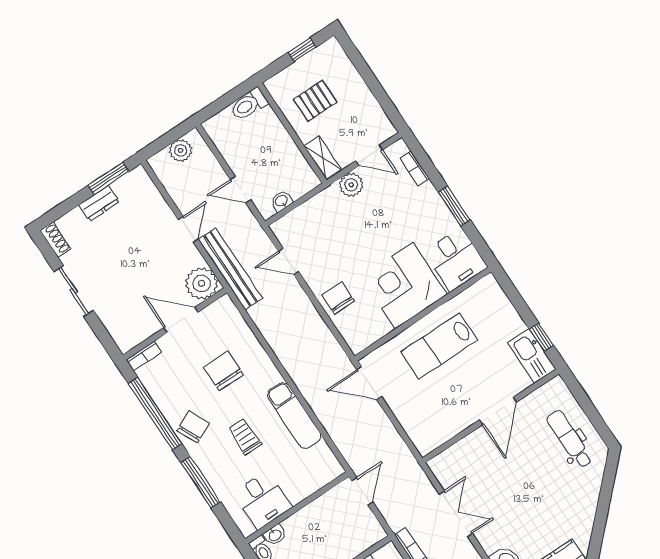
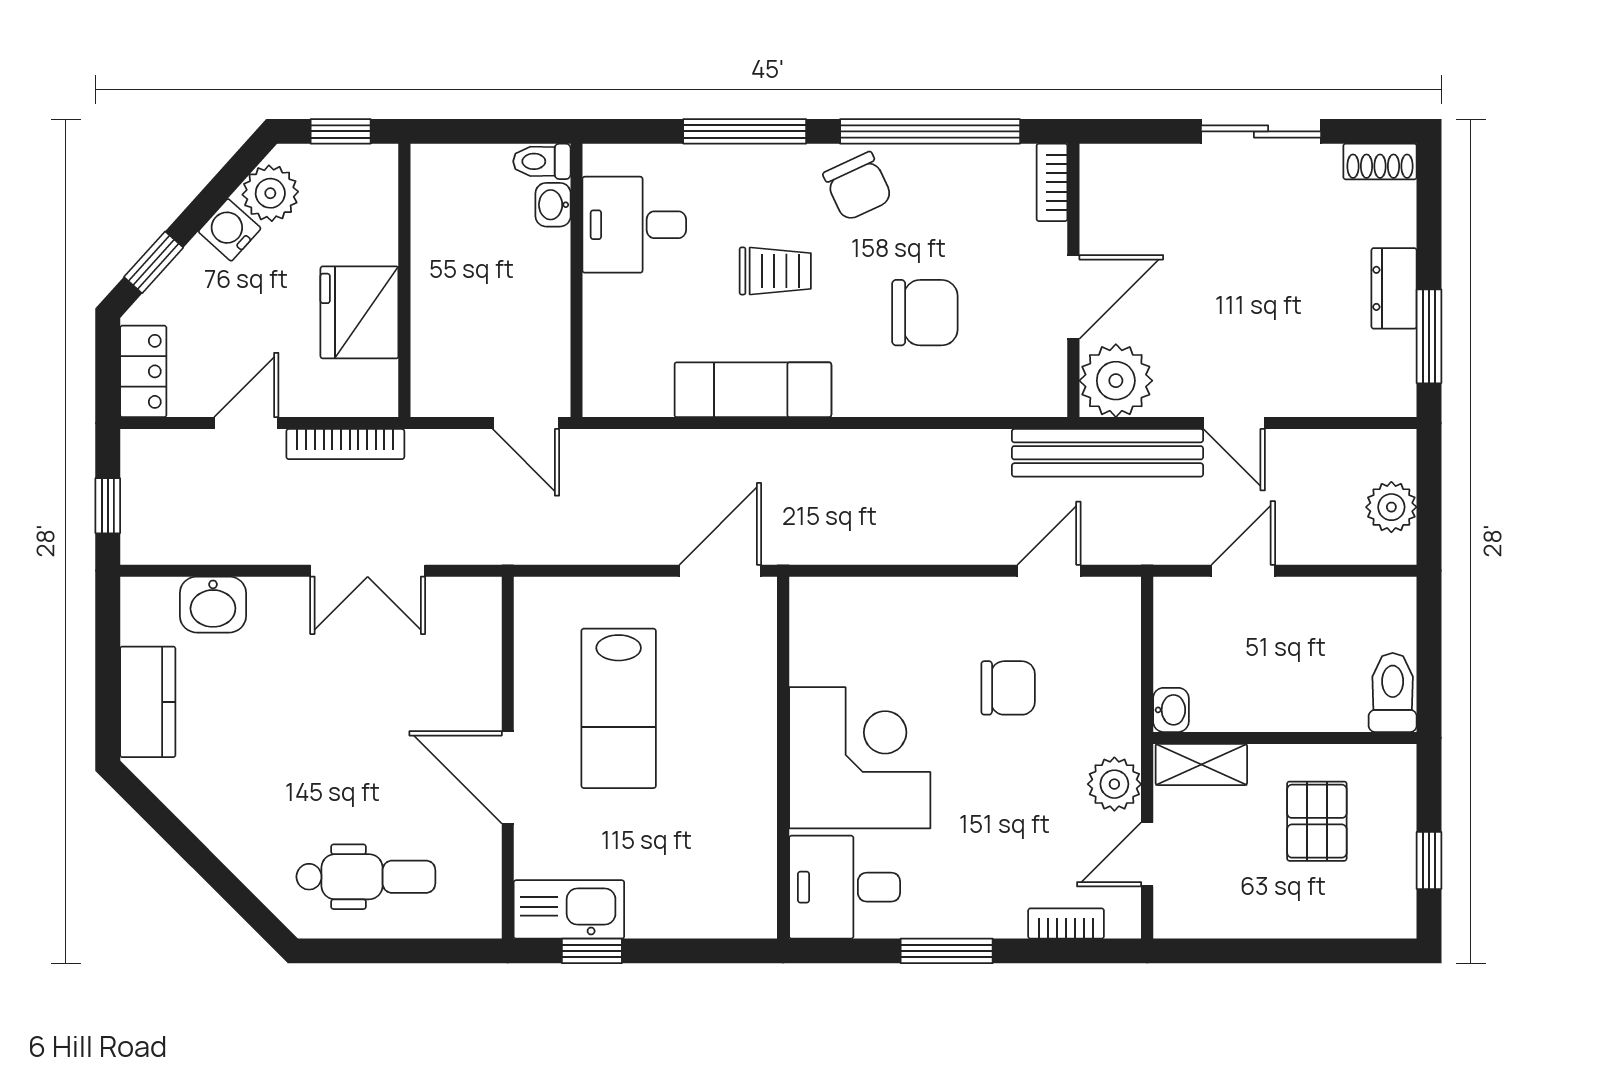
washbasin: (282, 201) -> (1171, 710), moved
chair: (338, 298) -> (1008, 688), moved
lab bench: (439, 346) -> (619, 708), moved, turned 180

